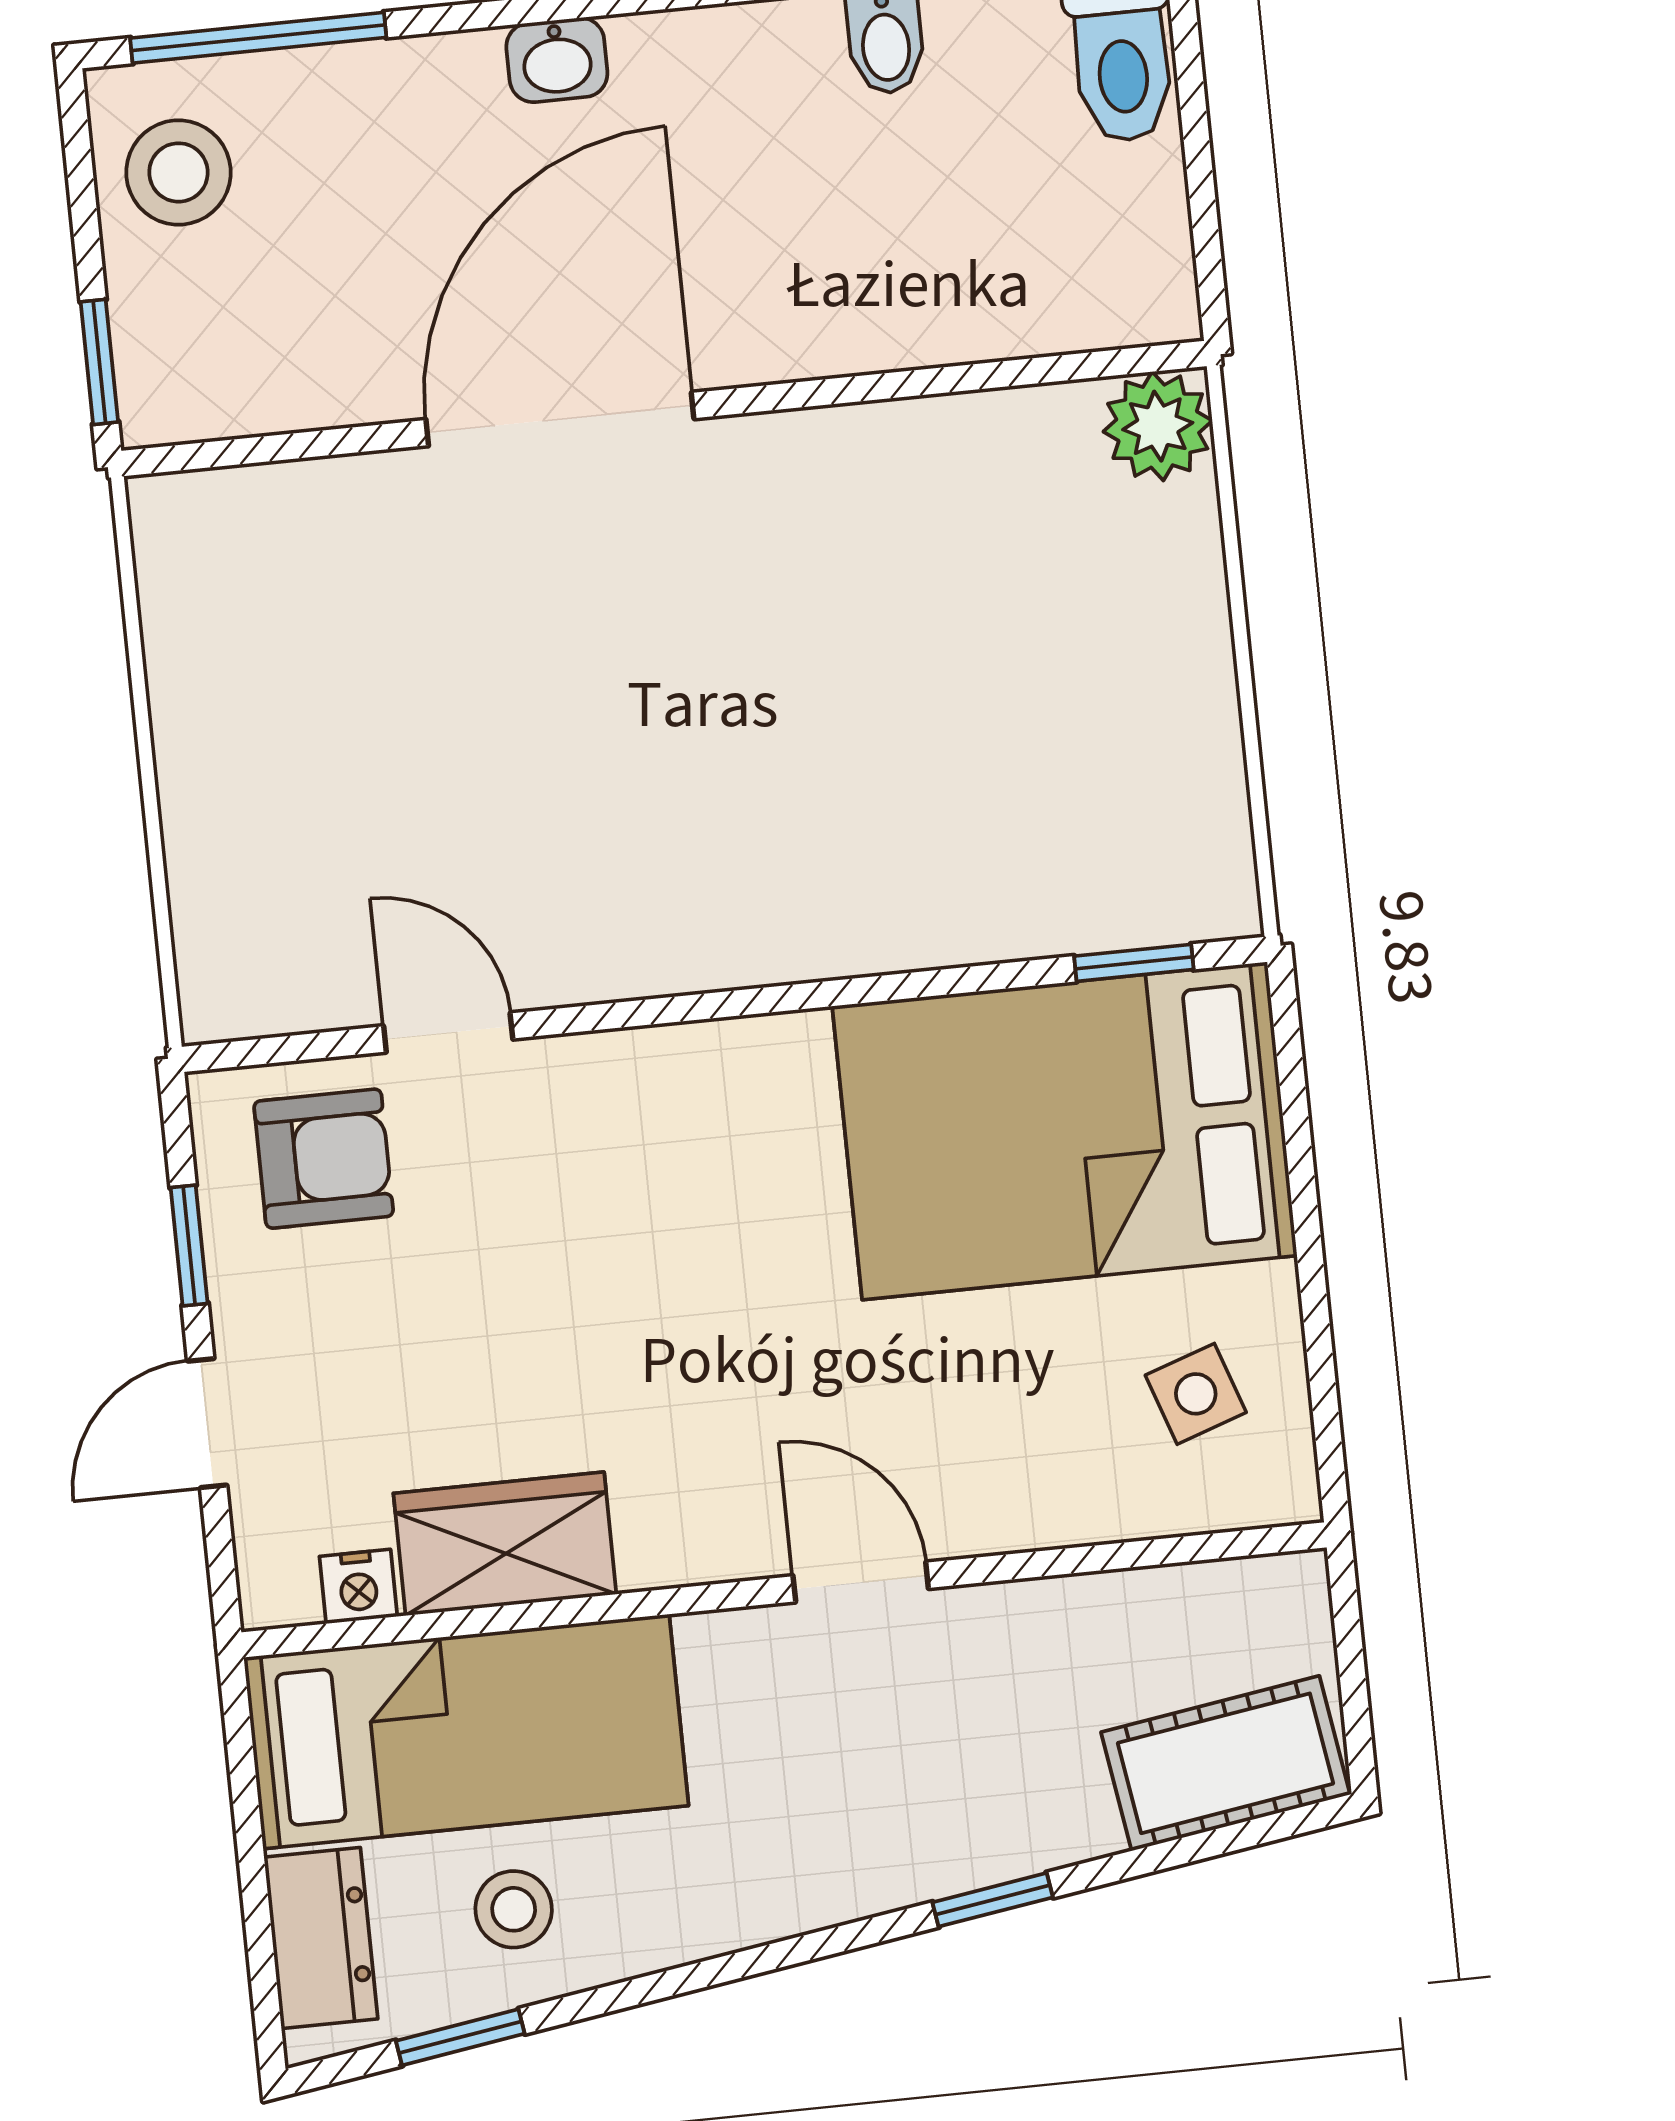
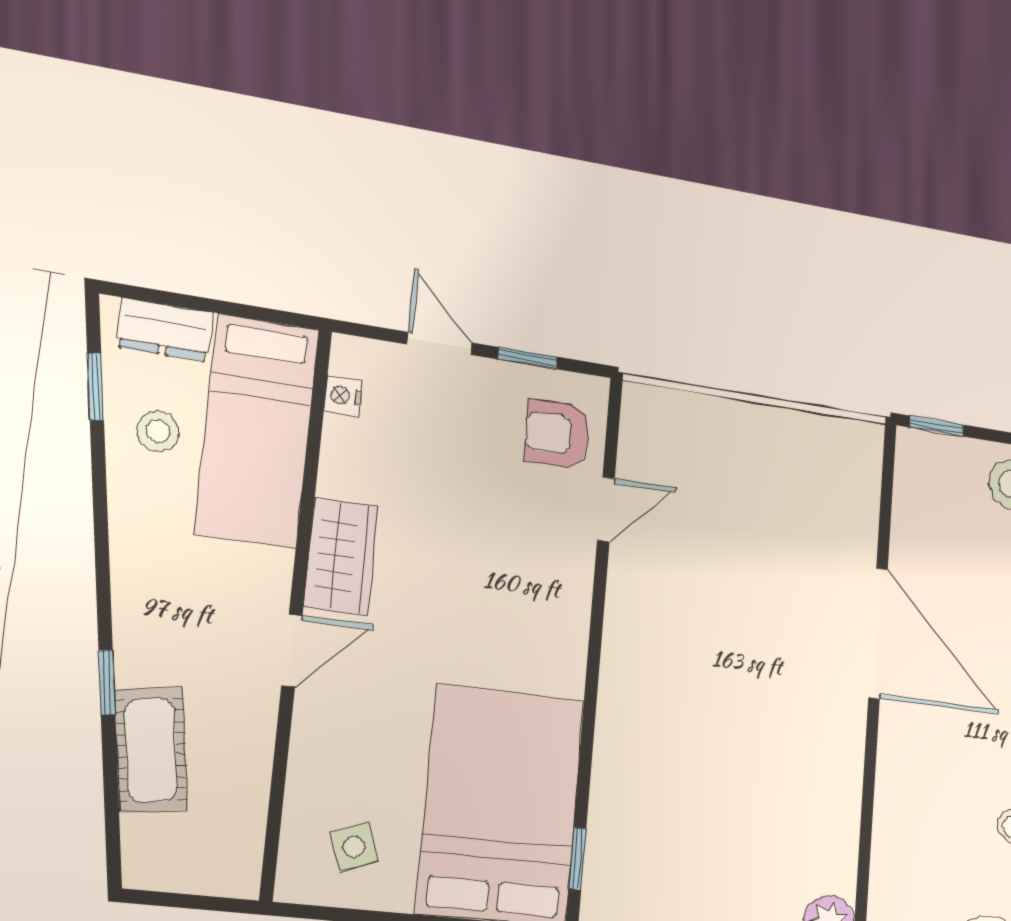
armchair: (324, 1159) -> (557, 434), turned 89
wardrobe: (505, 1544) -> (341, 556), moved
cot: (1226, 1763) -> (151, 750), moved

